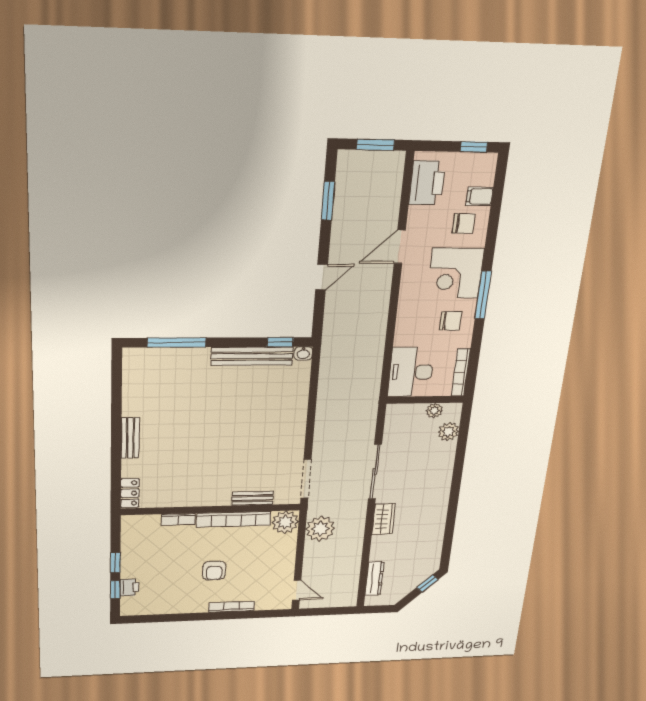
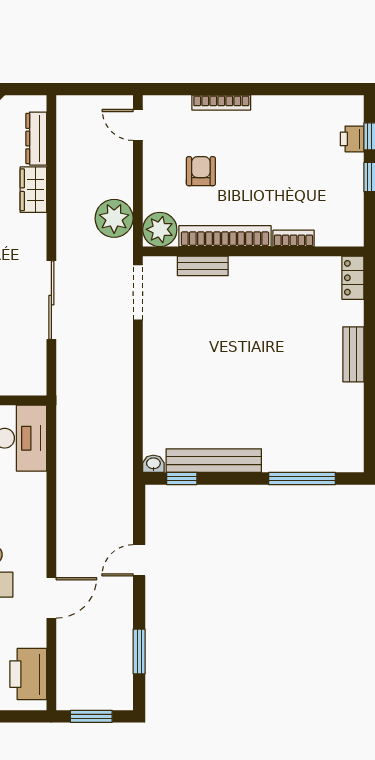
wardrobe: (384, 519) -> (33, 190), moved
armchair: (214, 571) -> (201, 171), moved

